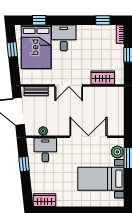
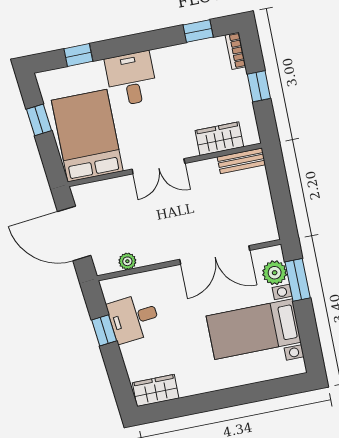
bed: (36, 47) -> (87, 136), moved, turned 180
bench: (36, 91) -> (241, 161), moved
double door: (88, 137) -> (215, 255), swing flipped
desk: (45, 150) -> (134, 318), moved, turned -96

